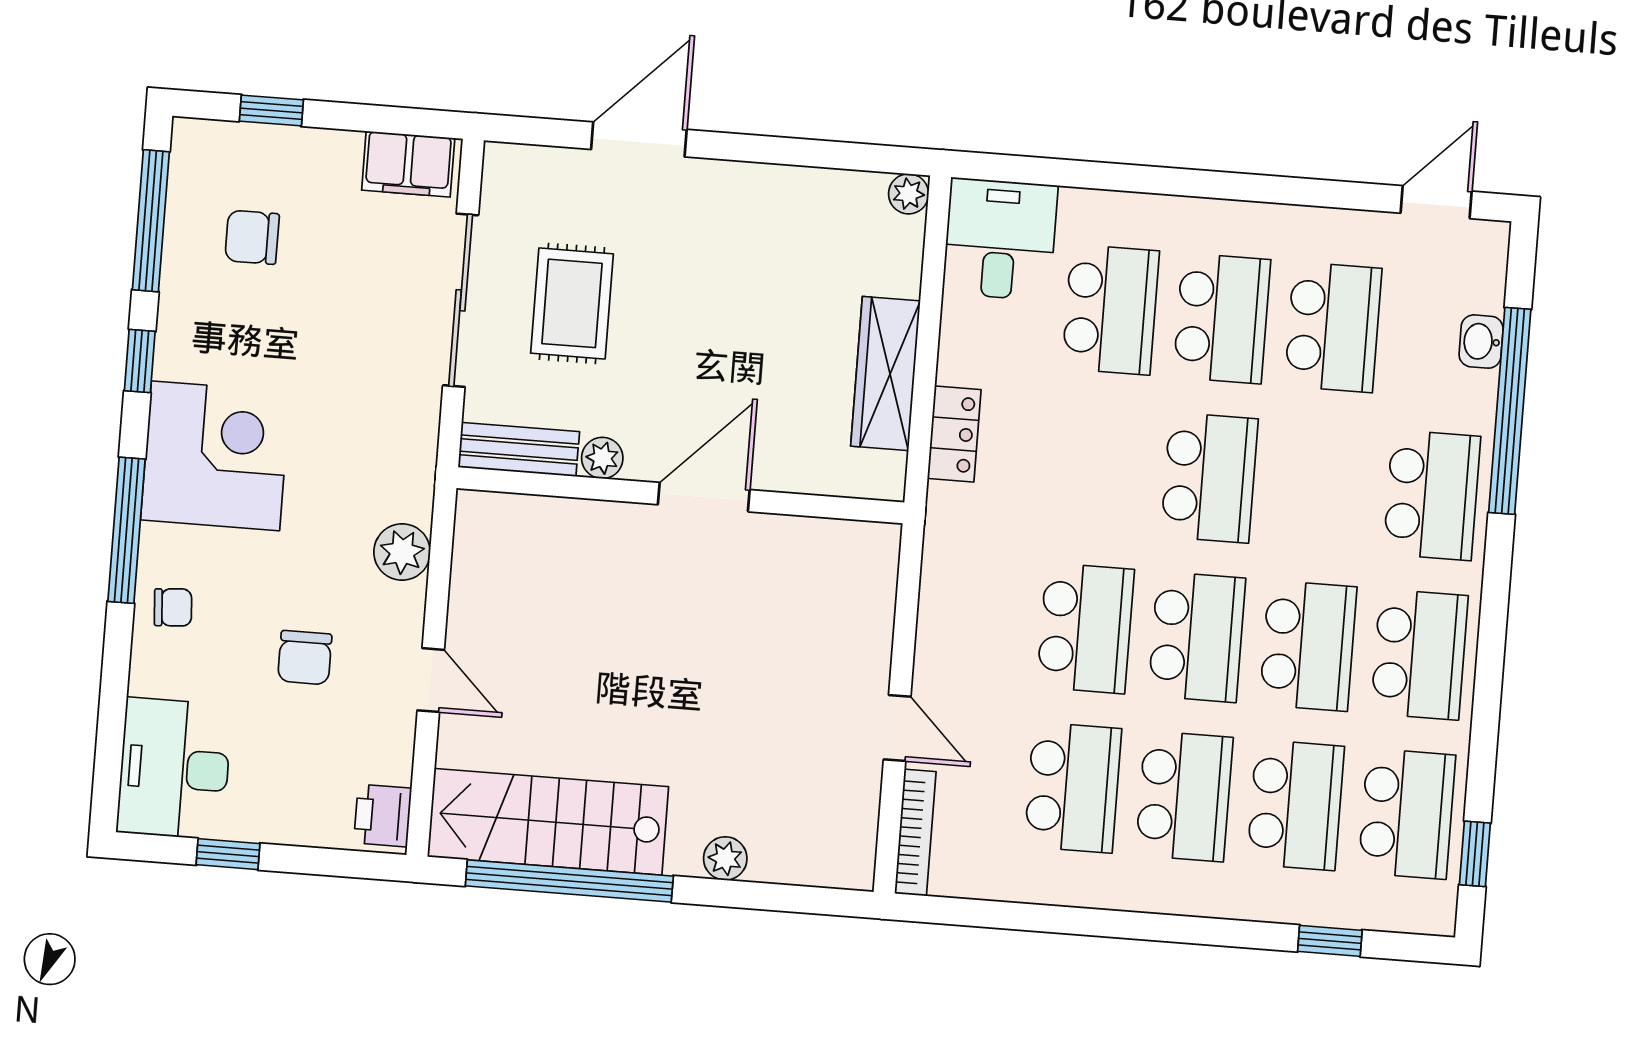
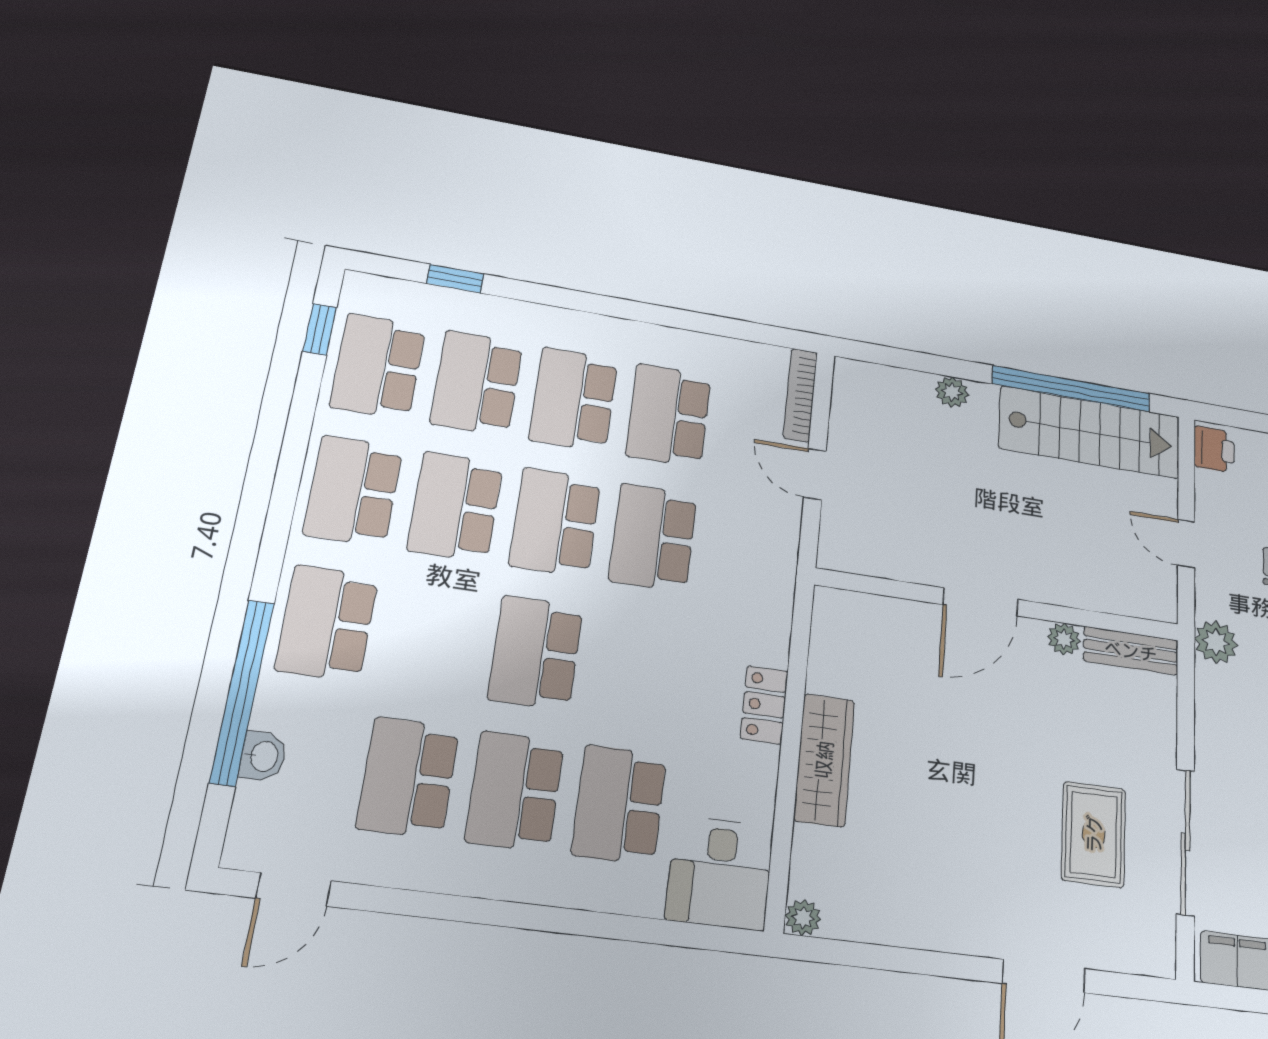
bench: (519, 449) -> (1131, 651), moved
plant: (602, 458) -> (1064, 639), moved
wall: (680, 495) -> (1000, 605), moved
door: (704, 497) -> (981, 602), moved

